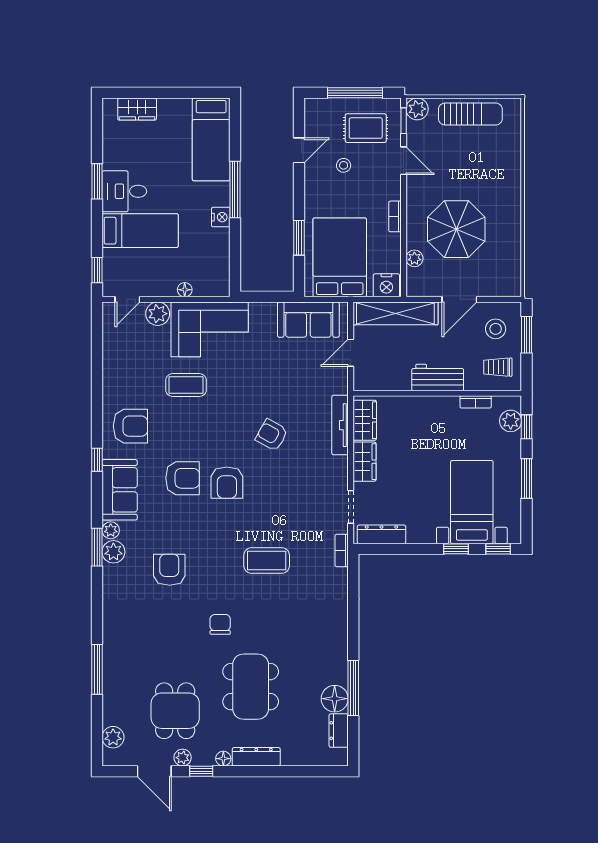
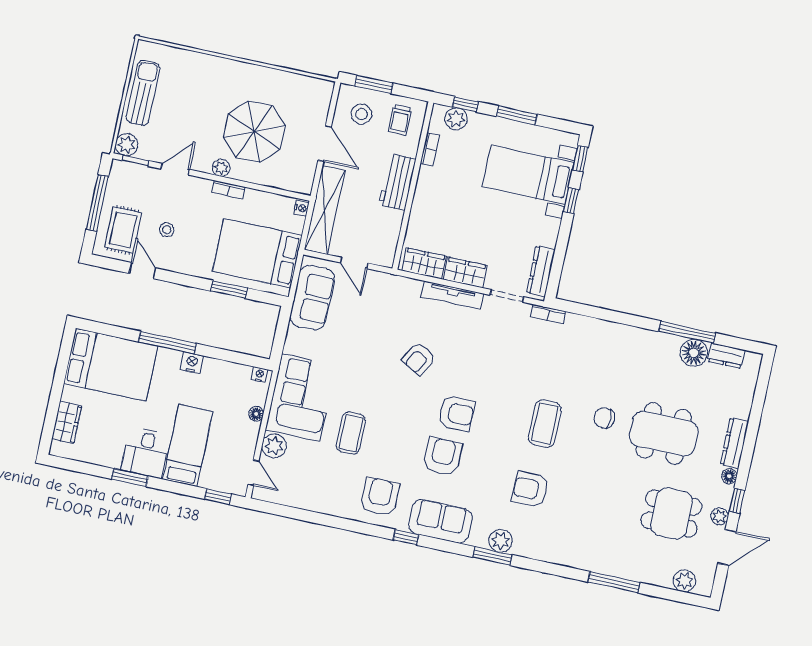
rug: (366, 128) -> (123, 230), moved
bed: (211, 139) -> (111, 365), width x1.50
plant: (414, 258) -> (221, 168), moved
nightstand: (223, 285) -> (260, 375), added
nightstand: (386, 285) -> (301, 208), width x0.53, depth x0.56
tv unit: (340, 425) -> (452, 295), moved
plant: (111, 530) -> (479, 539), removed
coffee table: (267, 560) -> (545, 424), moved
chair: (220, 624) -> (604, 418), moved

